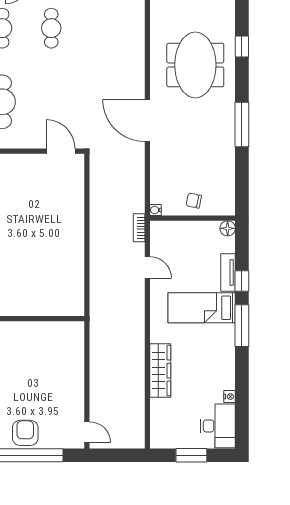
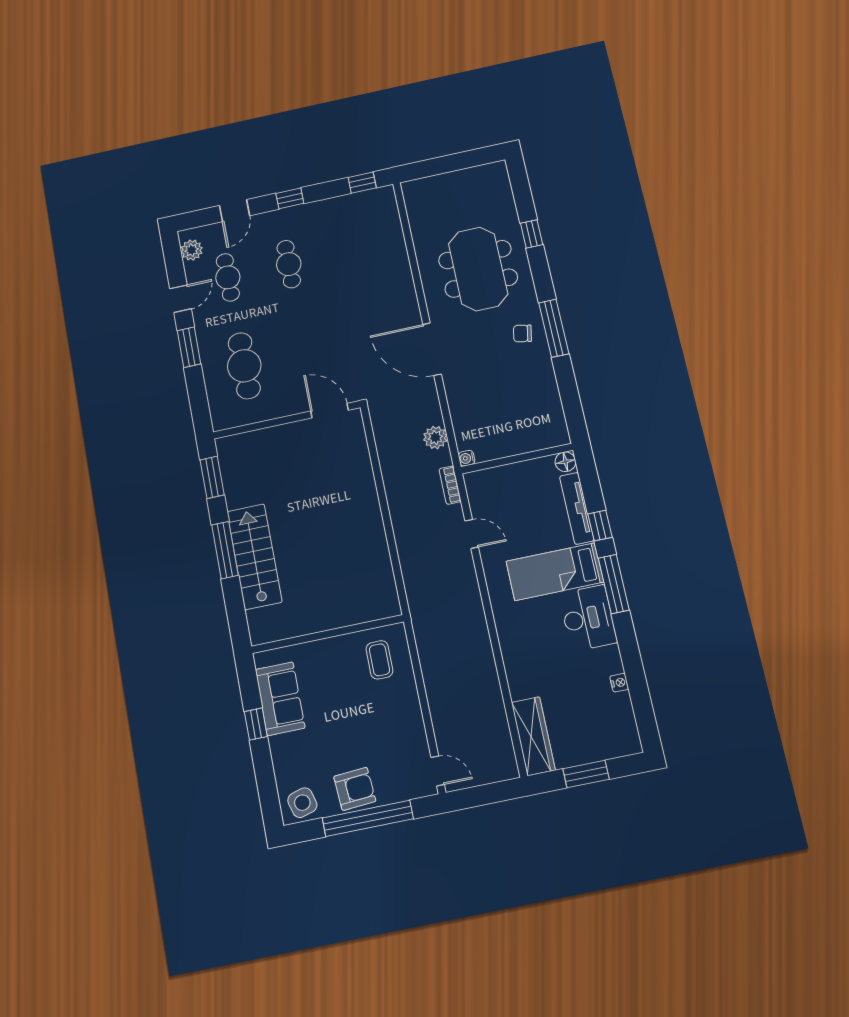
plant: (136, 189) -> (435, 438), added
chair: (194, 201) -> (522, 333), moved
tv unit: (228, 273) -> (577, 508), width x1.41
coffee table: (61, 345) -> (379, 660), added
wardrobe: (160, 371) -> (533, 736), moved
desk: (218, 426) -> (588, 618), moved
armchair: (25, 433) -> (355, 789), turned 86

